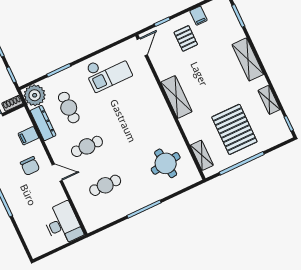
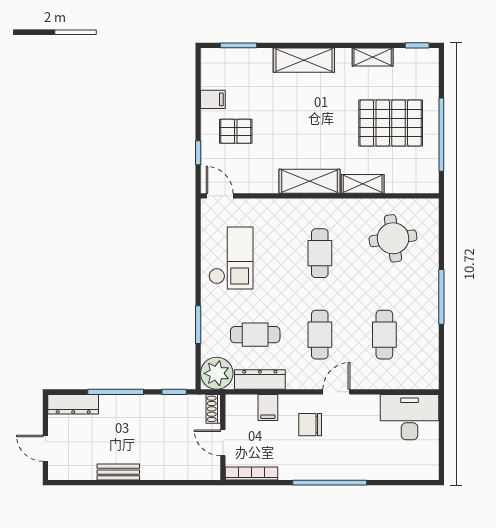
cafe table: (136, 123) -> (320, 253), added
shelving: (202, 155) -> (363, 184), moved
chair: (30, 166) -> (310, 425), turned 180

